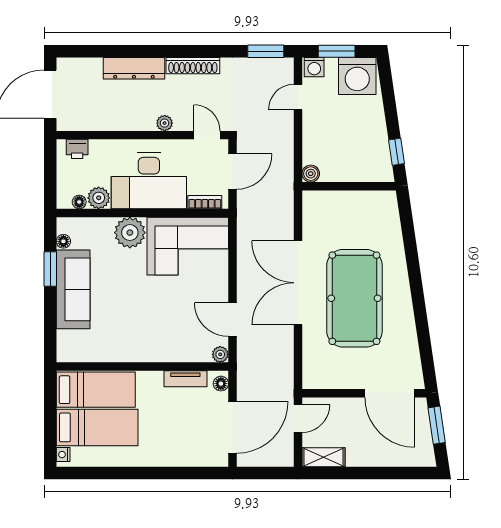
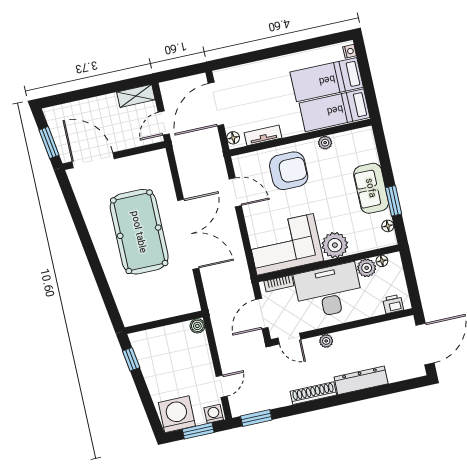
sofa: (73, 289) -> (371, 188), width x0.73
armchair: (165, 331) -> (289, 171), added
plant: (220, 354) -> (325, 143), moved

